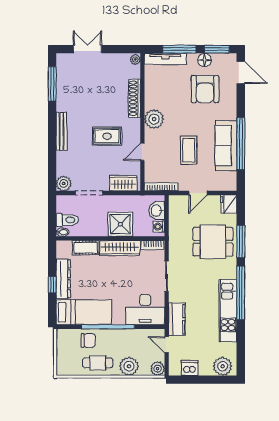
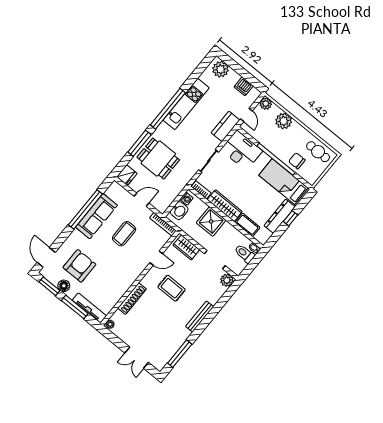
plant: (154, 119) -> (130, 274), removed
cafe table: (98, 363) -> (318, 152), moved

